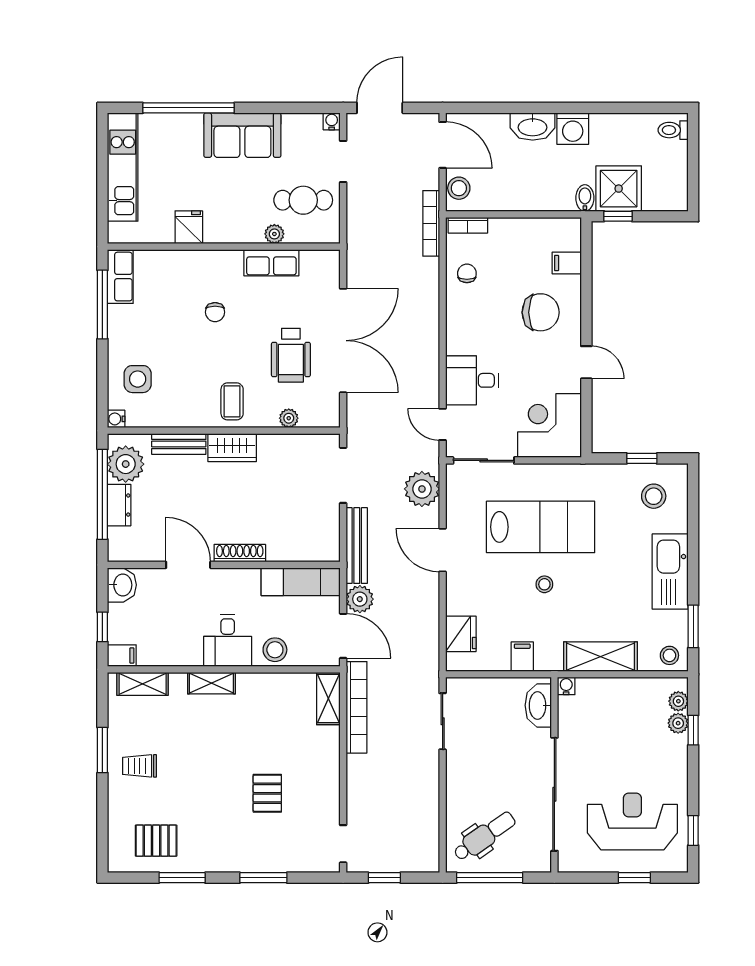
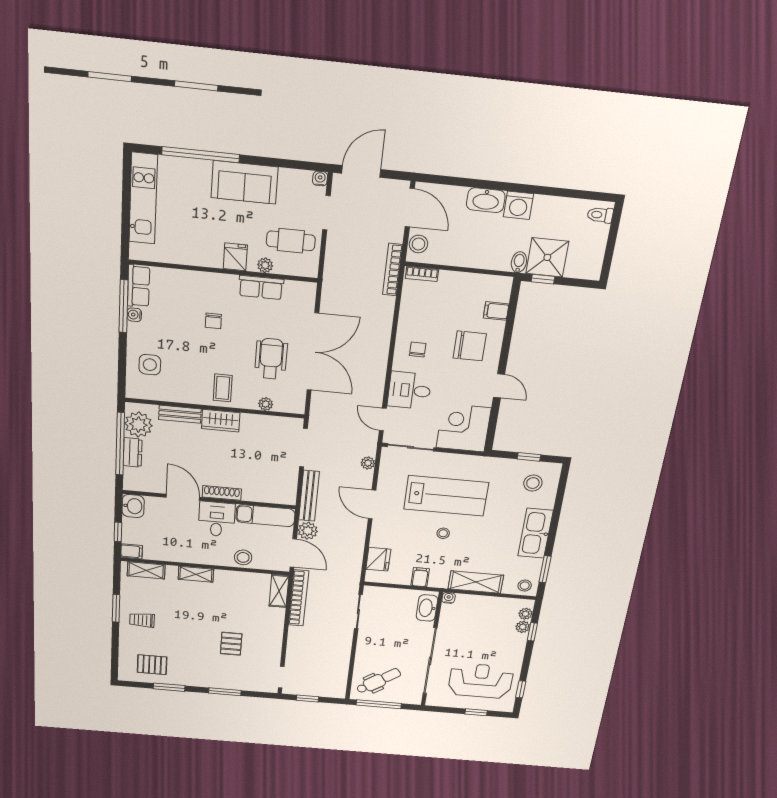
fridge: (189, 227) -> (235, 257), moved
chair: (467, 273) -> (418, 350), moved
wheelchair: (291, 355) -> (271, 359), turned 180
water cooler: (116, 419) -> (134, 315), moved
plant: (422, 489) -> (368, 463), width x0.53, depth x0.53
desk: (228, 640) -> (217, 519), moved, turned 180

